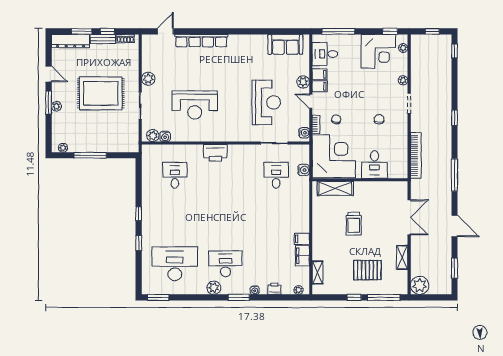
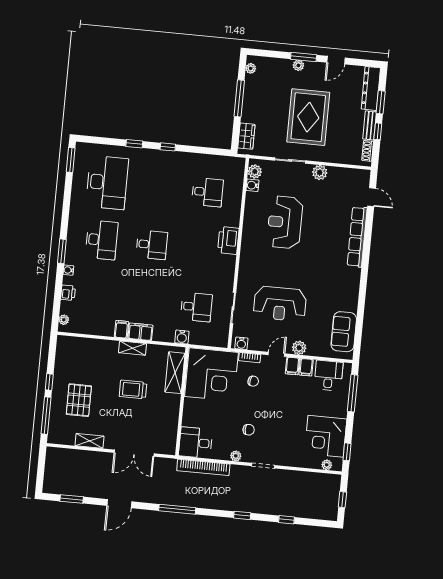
window: (454, 51) -> (286, 520), moved
plant: (403, 80) -> (236, 456), moved
wardrobe: (123, 146) -> (246, 136), added
desk: (374, 164) -> (196, 443), moved
water cooler: (304, 170) -> (182, 337), moved
desk: (225, 219) -> (152, 245), added
filing cabinet: (302, 256) -> (140, 332), moved
shelving: (317, 273) -> (133, 348), moved
plant: (420, 285) -> (56, 458), removed
plant: (214, 288) -> (76, 224), removed

